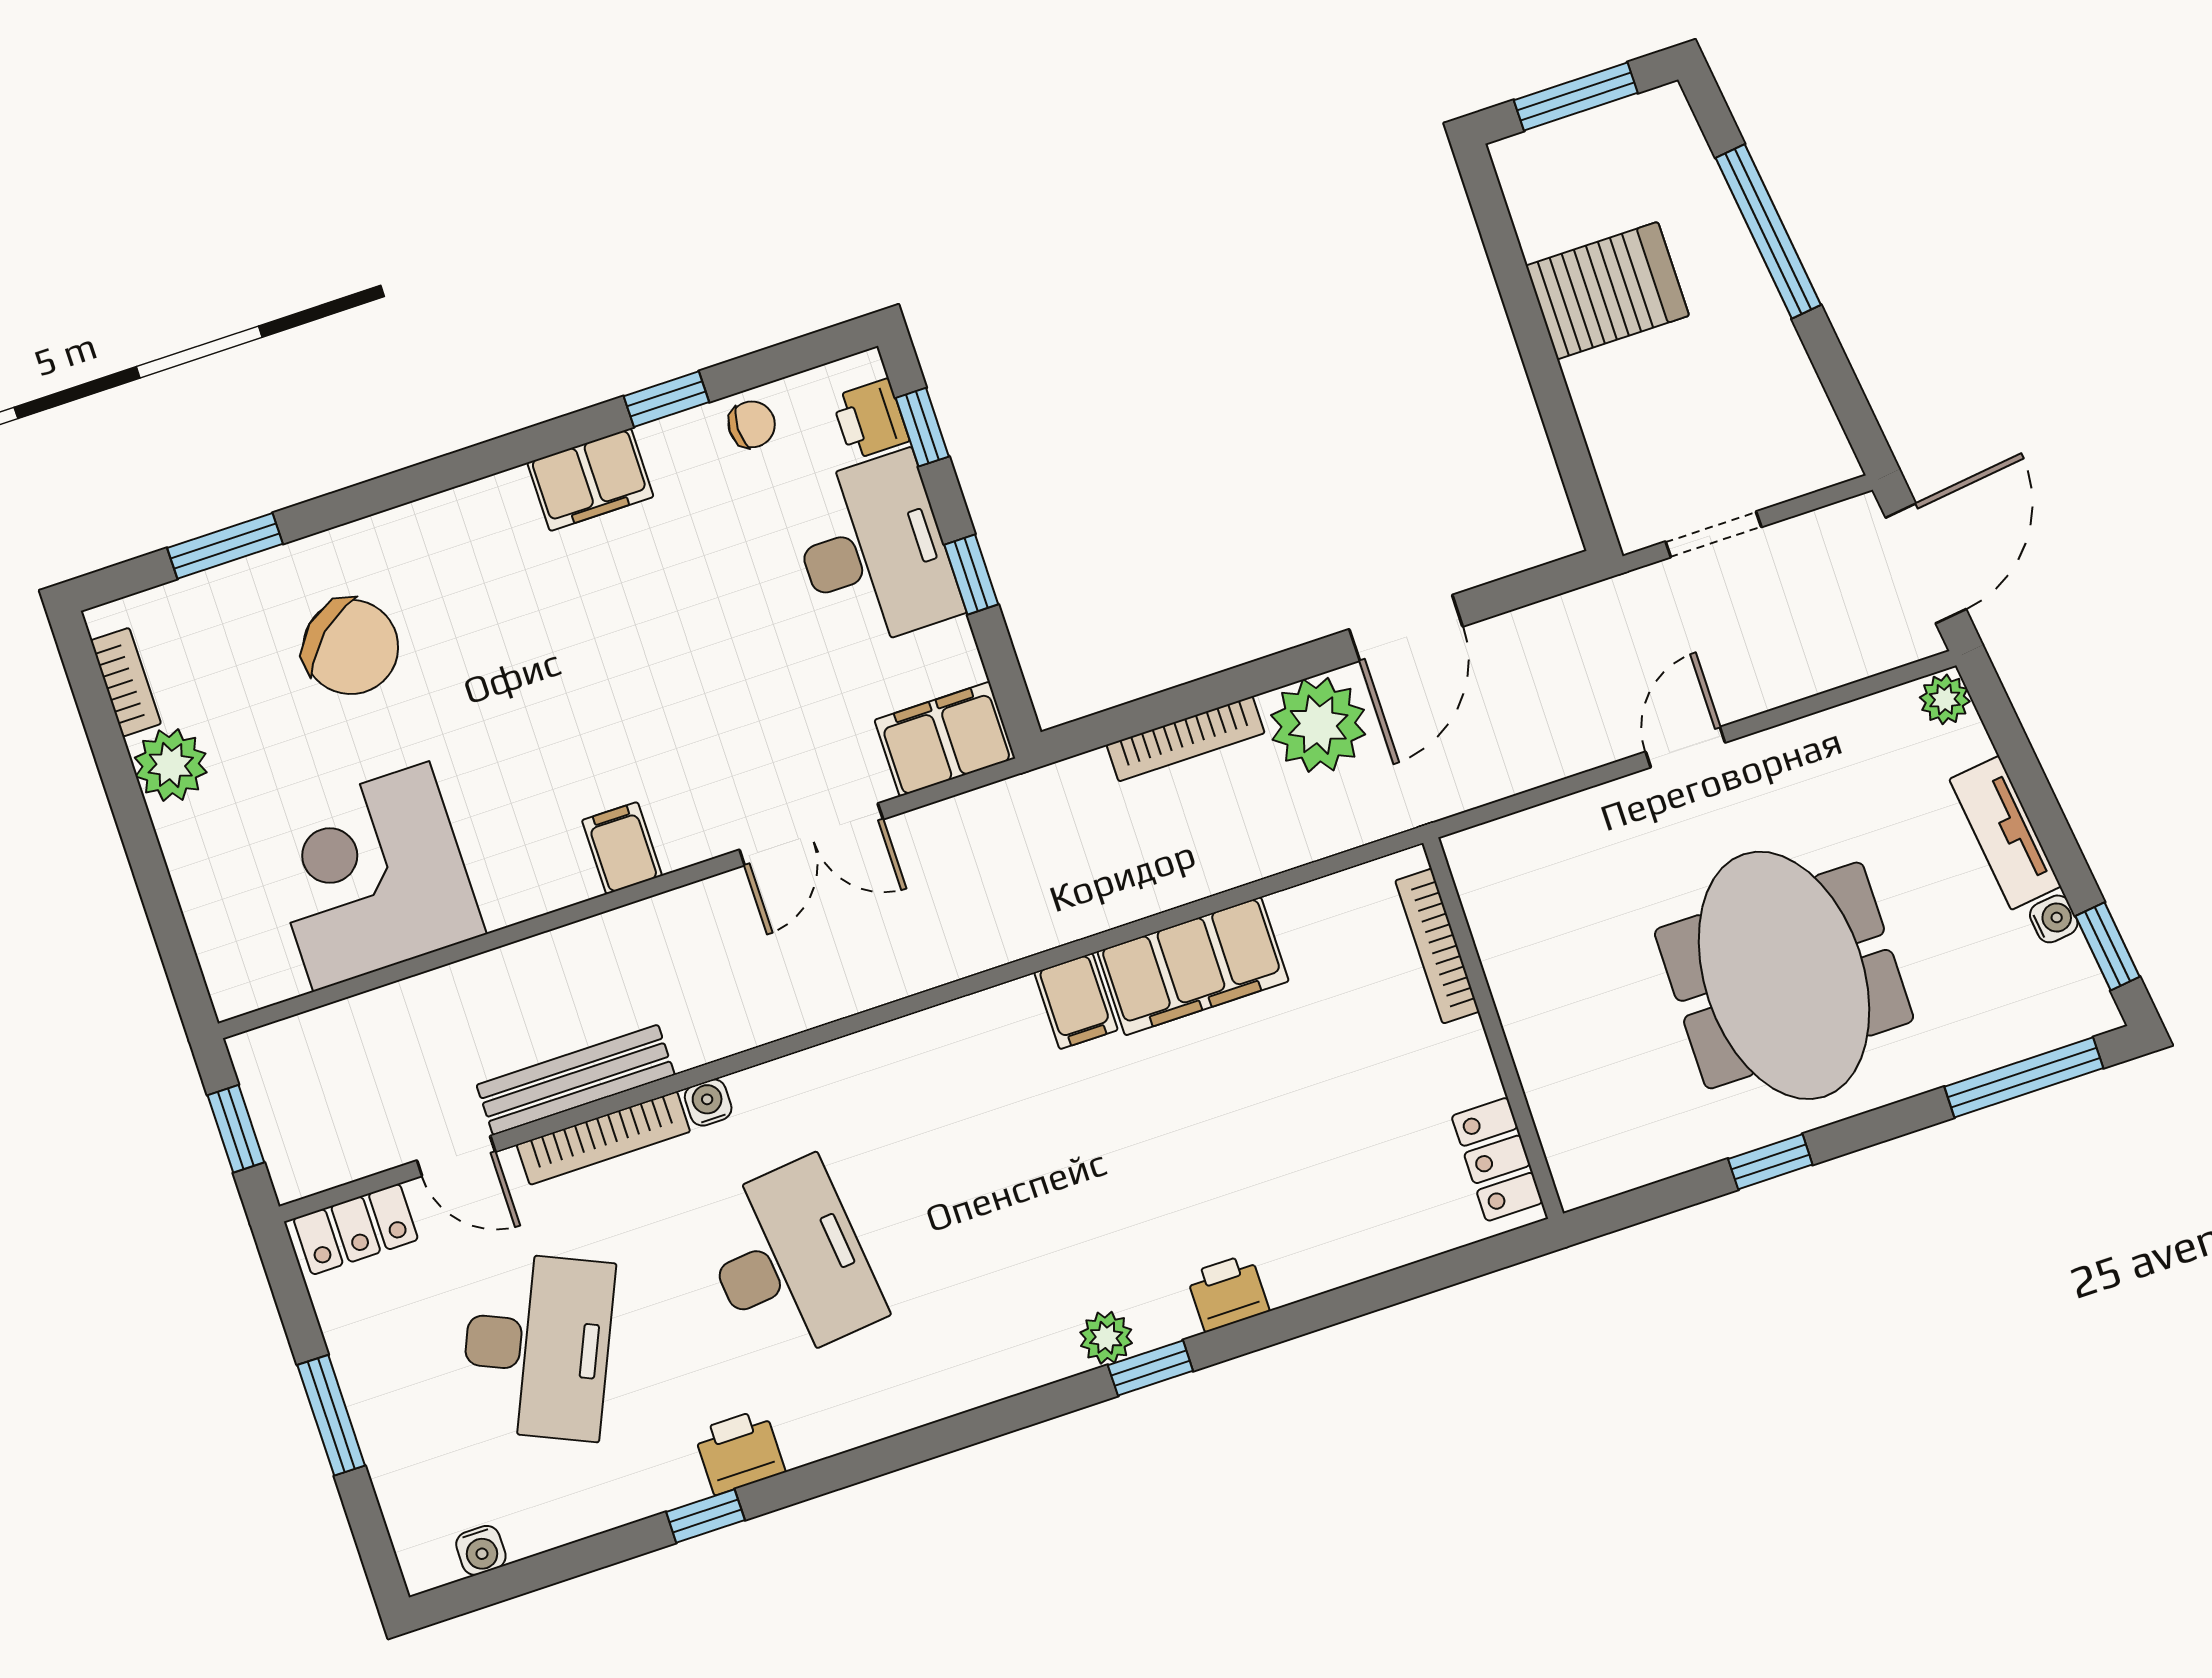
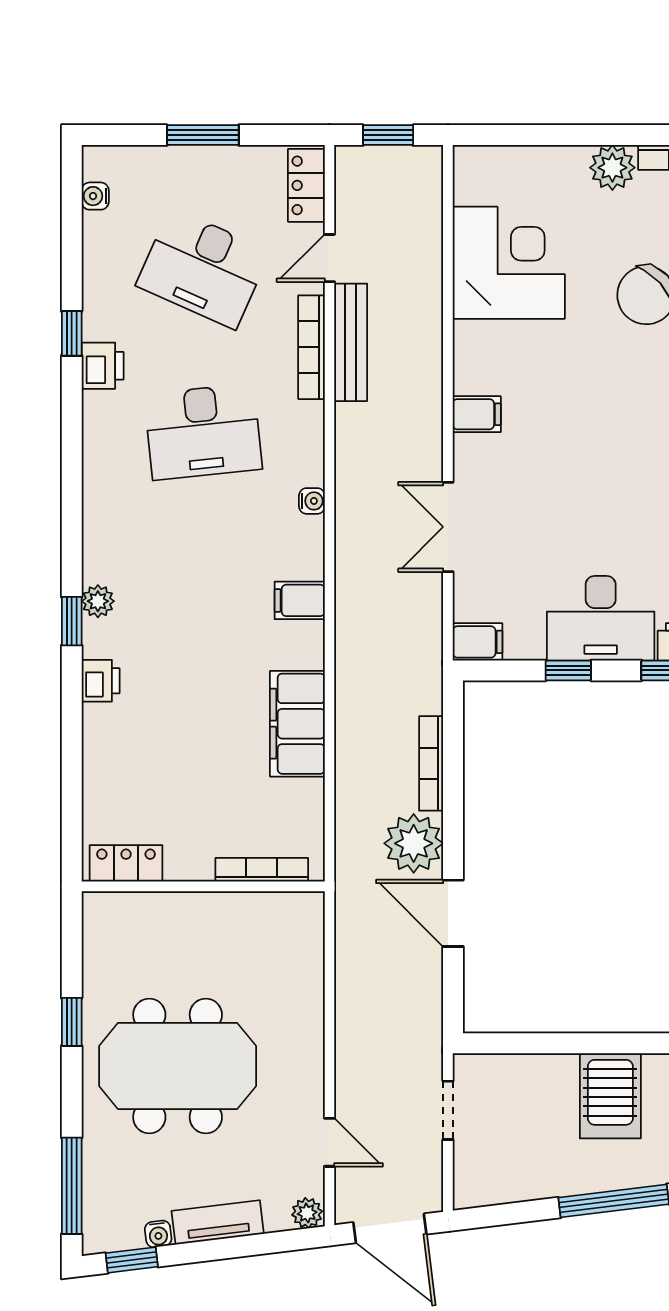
filing cabinet: (945, 739) -> (478, 642), width x0.50
door: (1685, 747) -> (330, 1142), moved
filing cabinet: (1076, 1001) -> (300, 600), moved
water cooler: (708, 1103) -> (312, 501), moved

